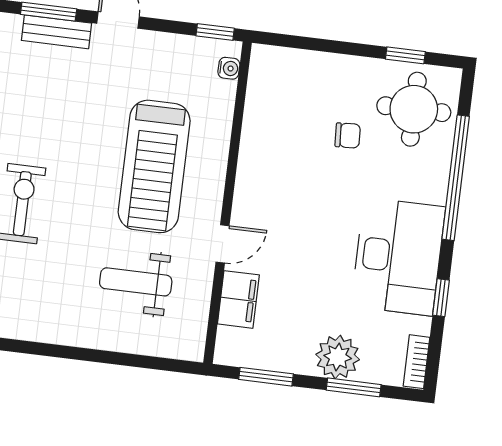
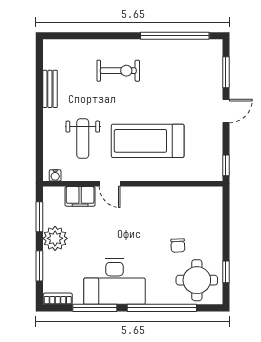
bench: (57, 32) -> (50, 89), moved
water cooler: (229, 68) -> (55, 175), moved
weight bench: (136, 282) -> (83, 139), turned 180
window: (441, 298) -> (95, 308), width x2.17
plant: (338, 357) -> (55, 238), moved

